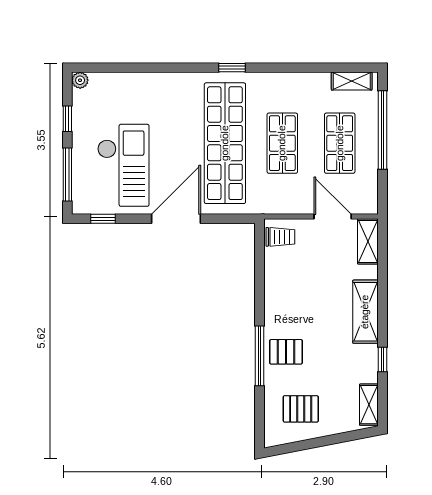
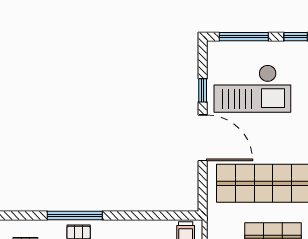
window: (103, 219) -> (203, 90), moved

